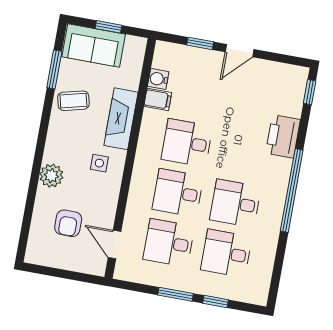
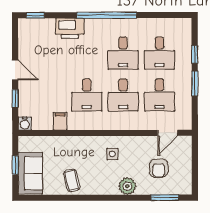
window: (54, 69) -> (165, 198), moved
water cooler: (158, 79) -> (25, 124), moved
fireplace: (121, 119) -> (78, 145), removed
armchair: (68, 223) -> (159, 168), turned 90

